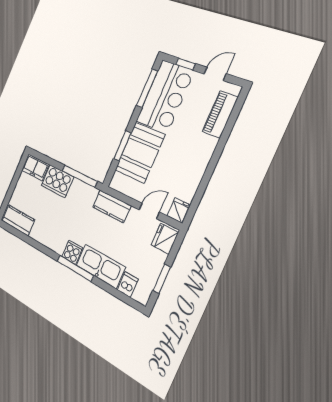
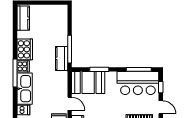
booth: (140, 153) -> (88, 82), moved
freezer: (35, 167) -> (61, 14), removed
cooker: (57, 181) -> (25, 49), moved, turned 180
kitchen counter: (112, 206) -> (62, 58), moved

